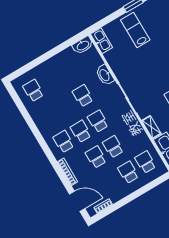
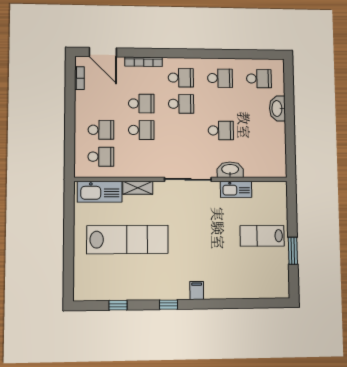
lab bench: (135, 30) -> (262, 236), turned 180
kitchen sink: (101, 41) -> (236, 189), moved
washbasin: (83, 45) -> (277, 108), moved
school desk: (98, 121) -> (220, 78), moved
door: (77, 201) -> (103, 52), hinge flipped

